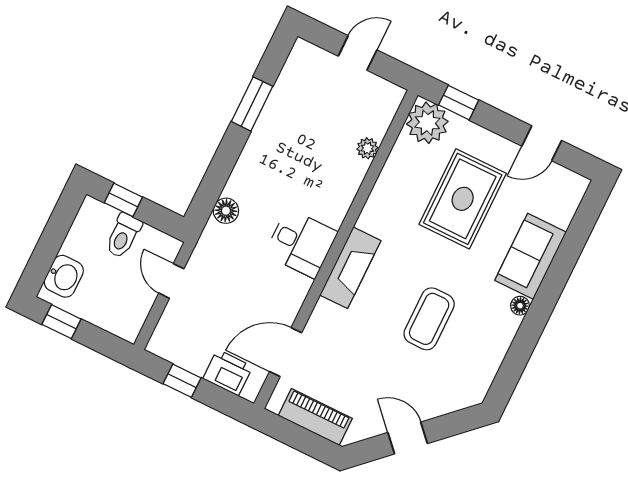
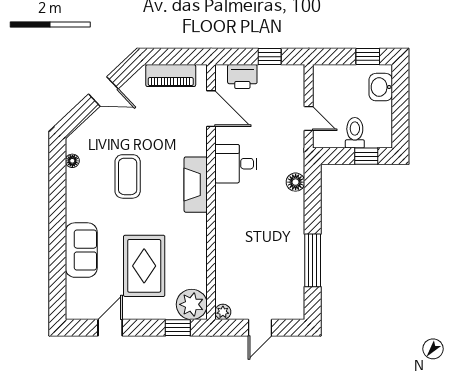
window: (252, 104) -> (313, 260), width x1.44
plant: (367, 148) -> (223, 312), moved
desk: (301, 243) -> (236, 164), moved
floor lamp: (520, 306) -> (72, 161), moved
door: (286, 352) -> (211, 109), hinge flipped

